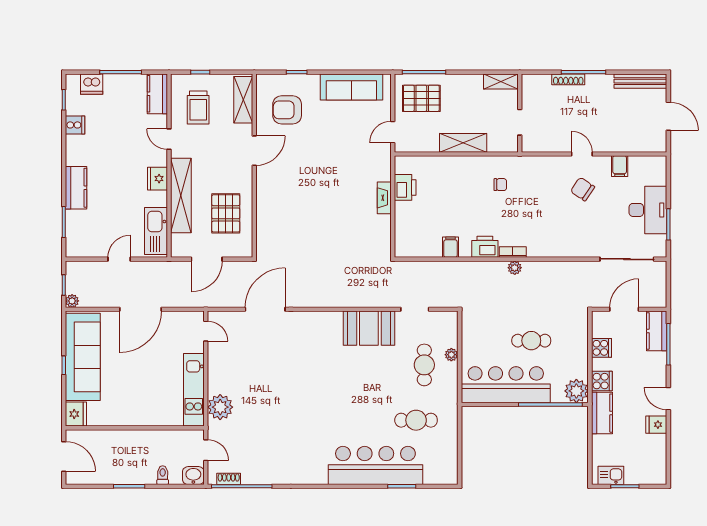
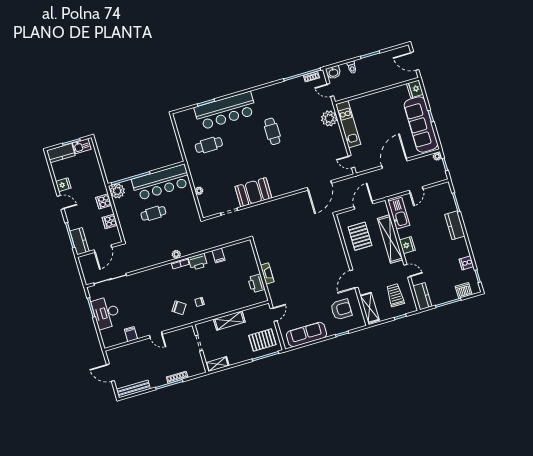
chair: (583, 189) -> (179, 308), moved
cafe table: (424, 365) -> (272, 131), moved
kitchen counter: (602, 413) -> (61, 153), moved, turned -90

